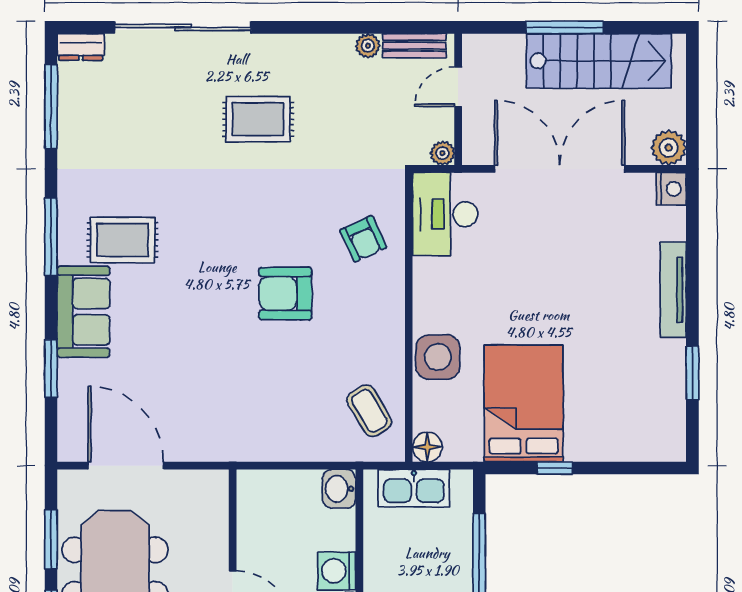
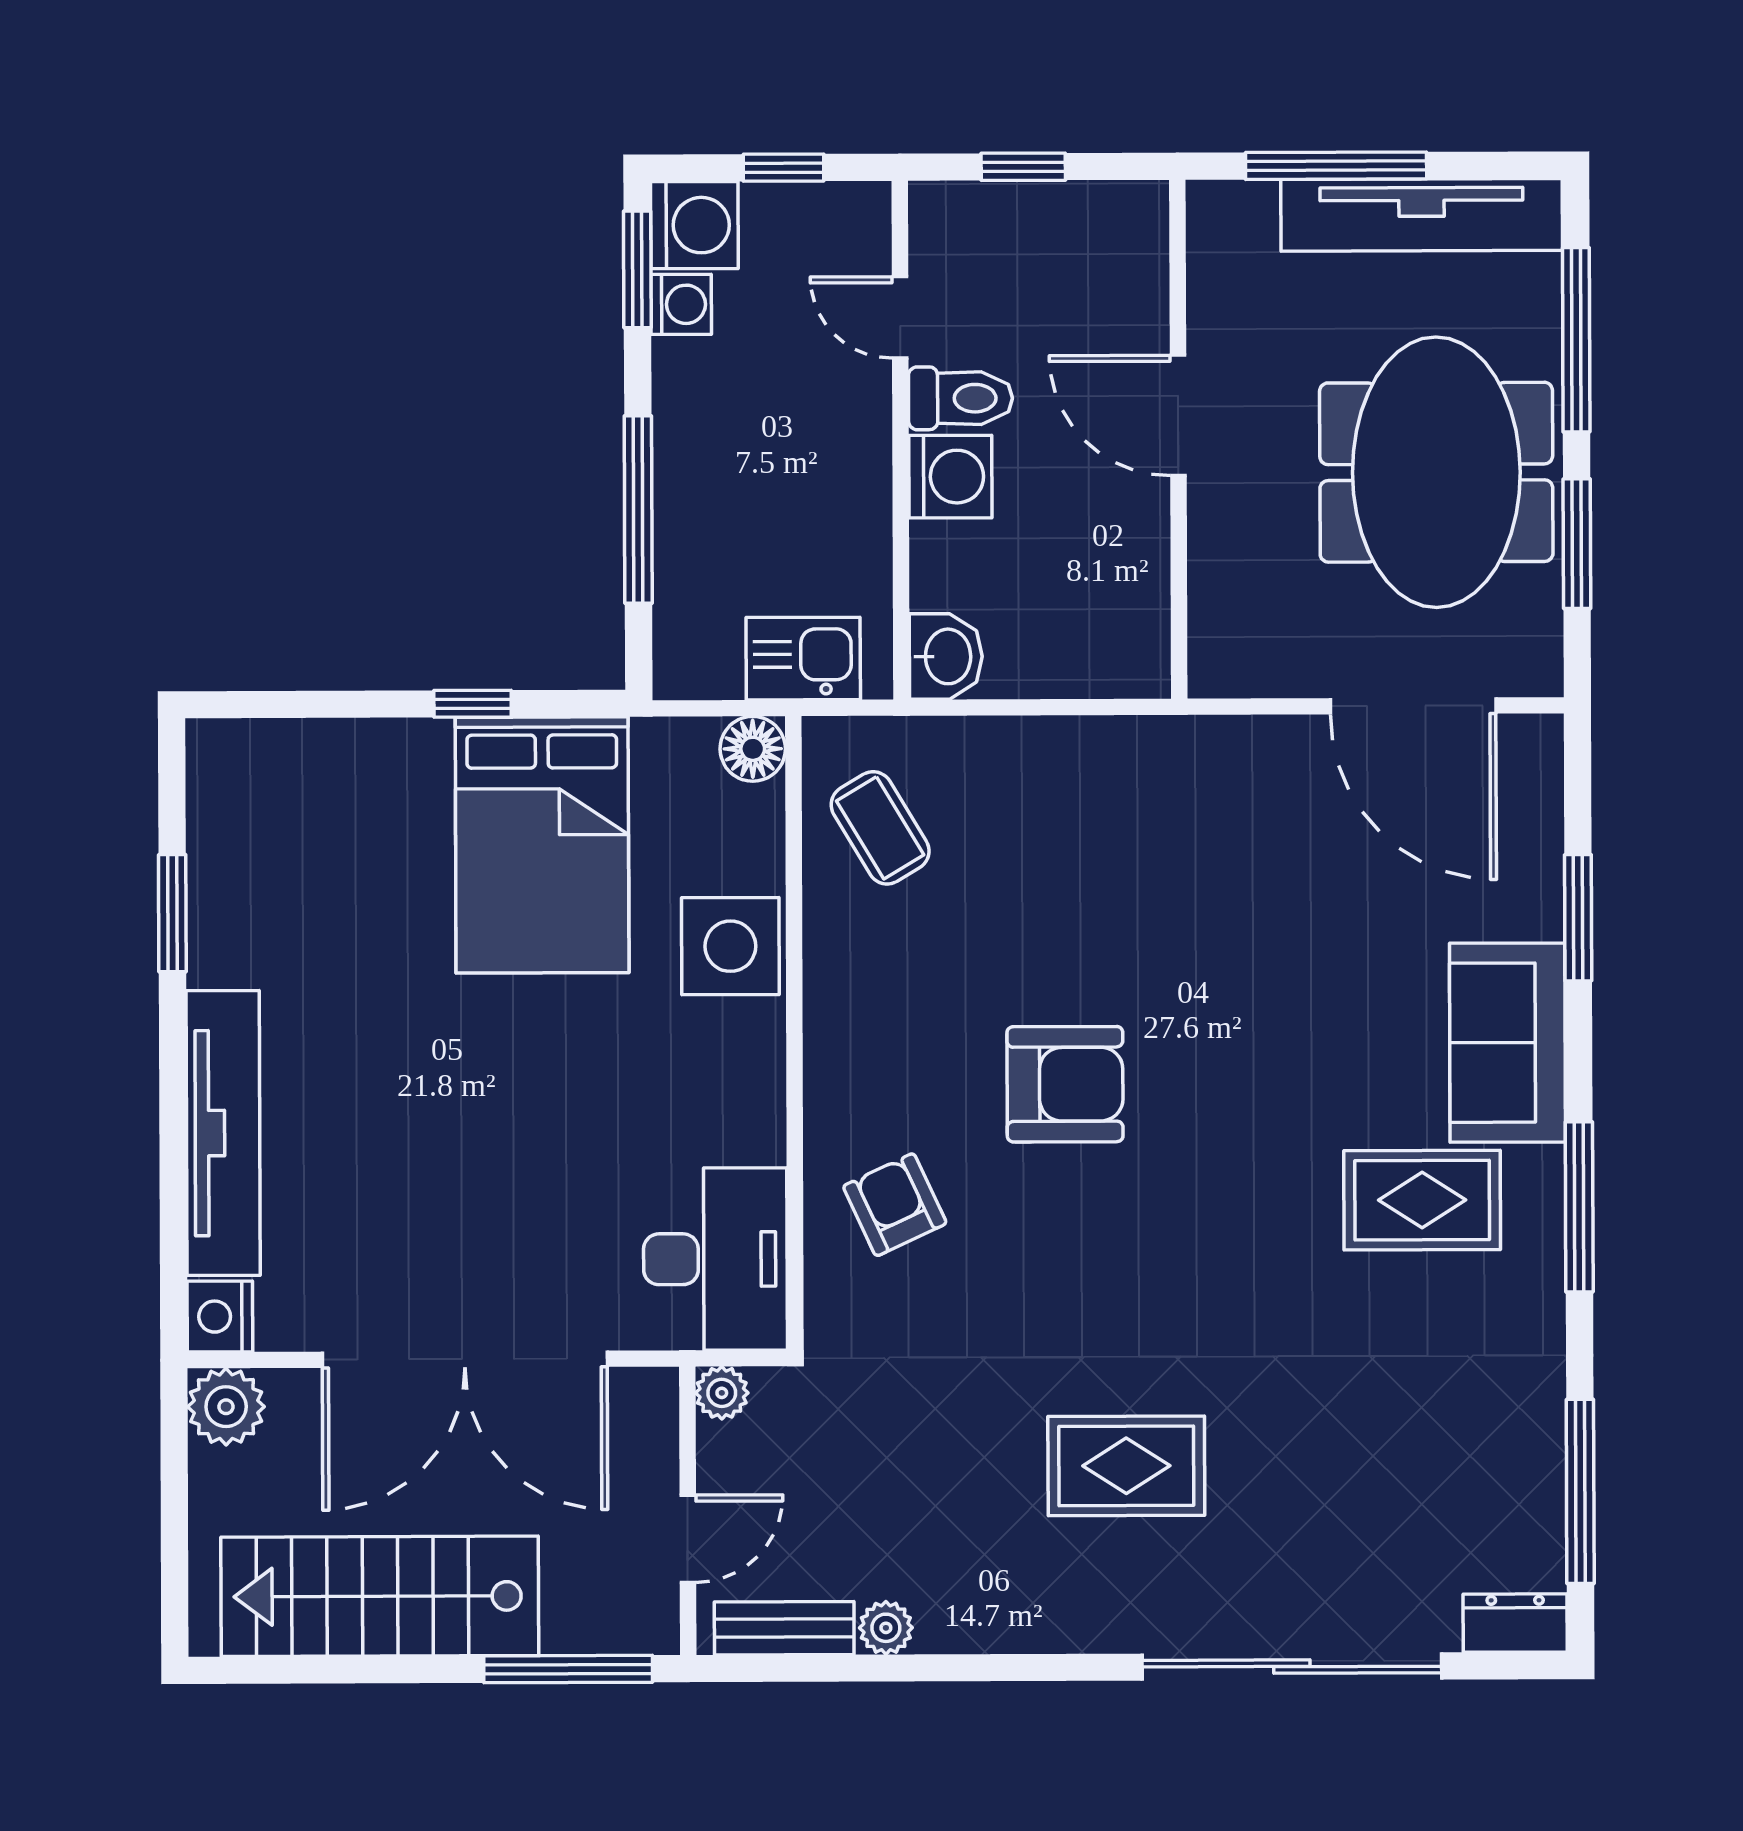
window: (565, 27) -> (568, 1669), moved
tv unit: (673, 290) -> (223, 1133), width x1.36, depth x1.29
kitchen sink: (414, 488) -> (803, 659), width x0.73

